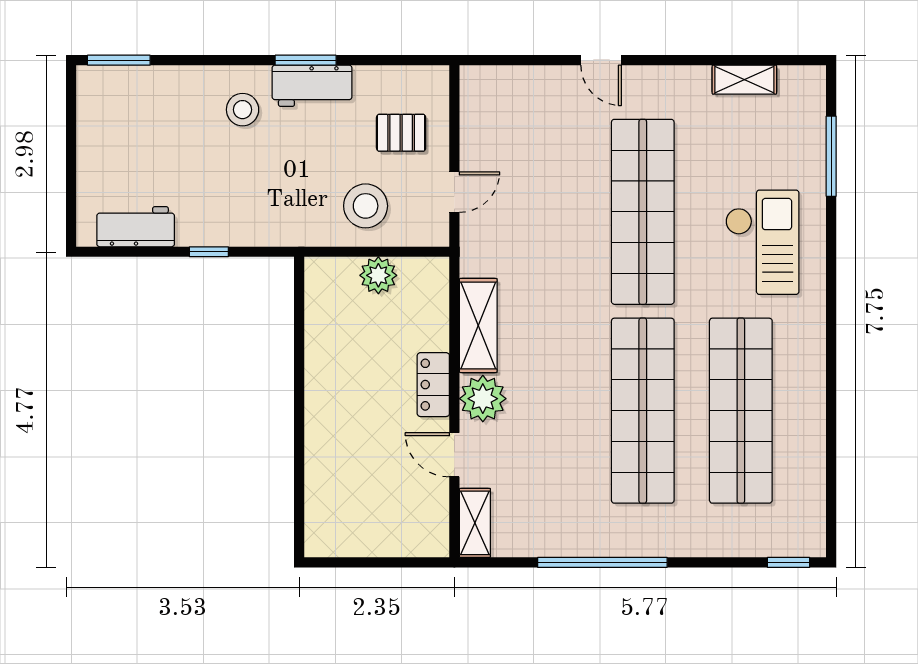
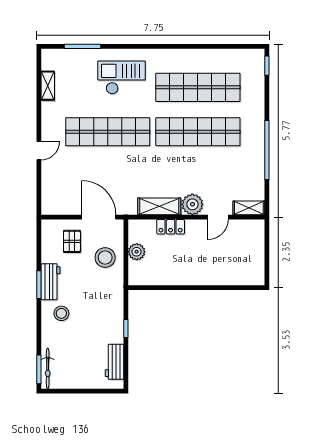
bicycle: (121, 79) -> (48, 368), added
door: (454, 192) -> (99, 217), width x1.88
locker: (433, 385) -> (171, 227), moved

